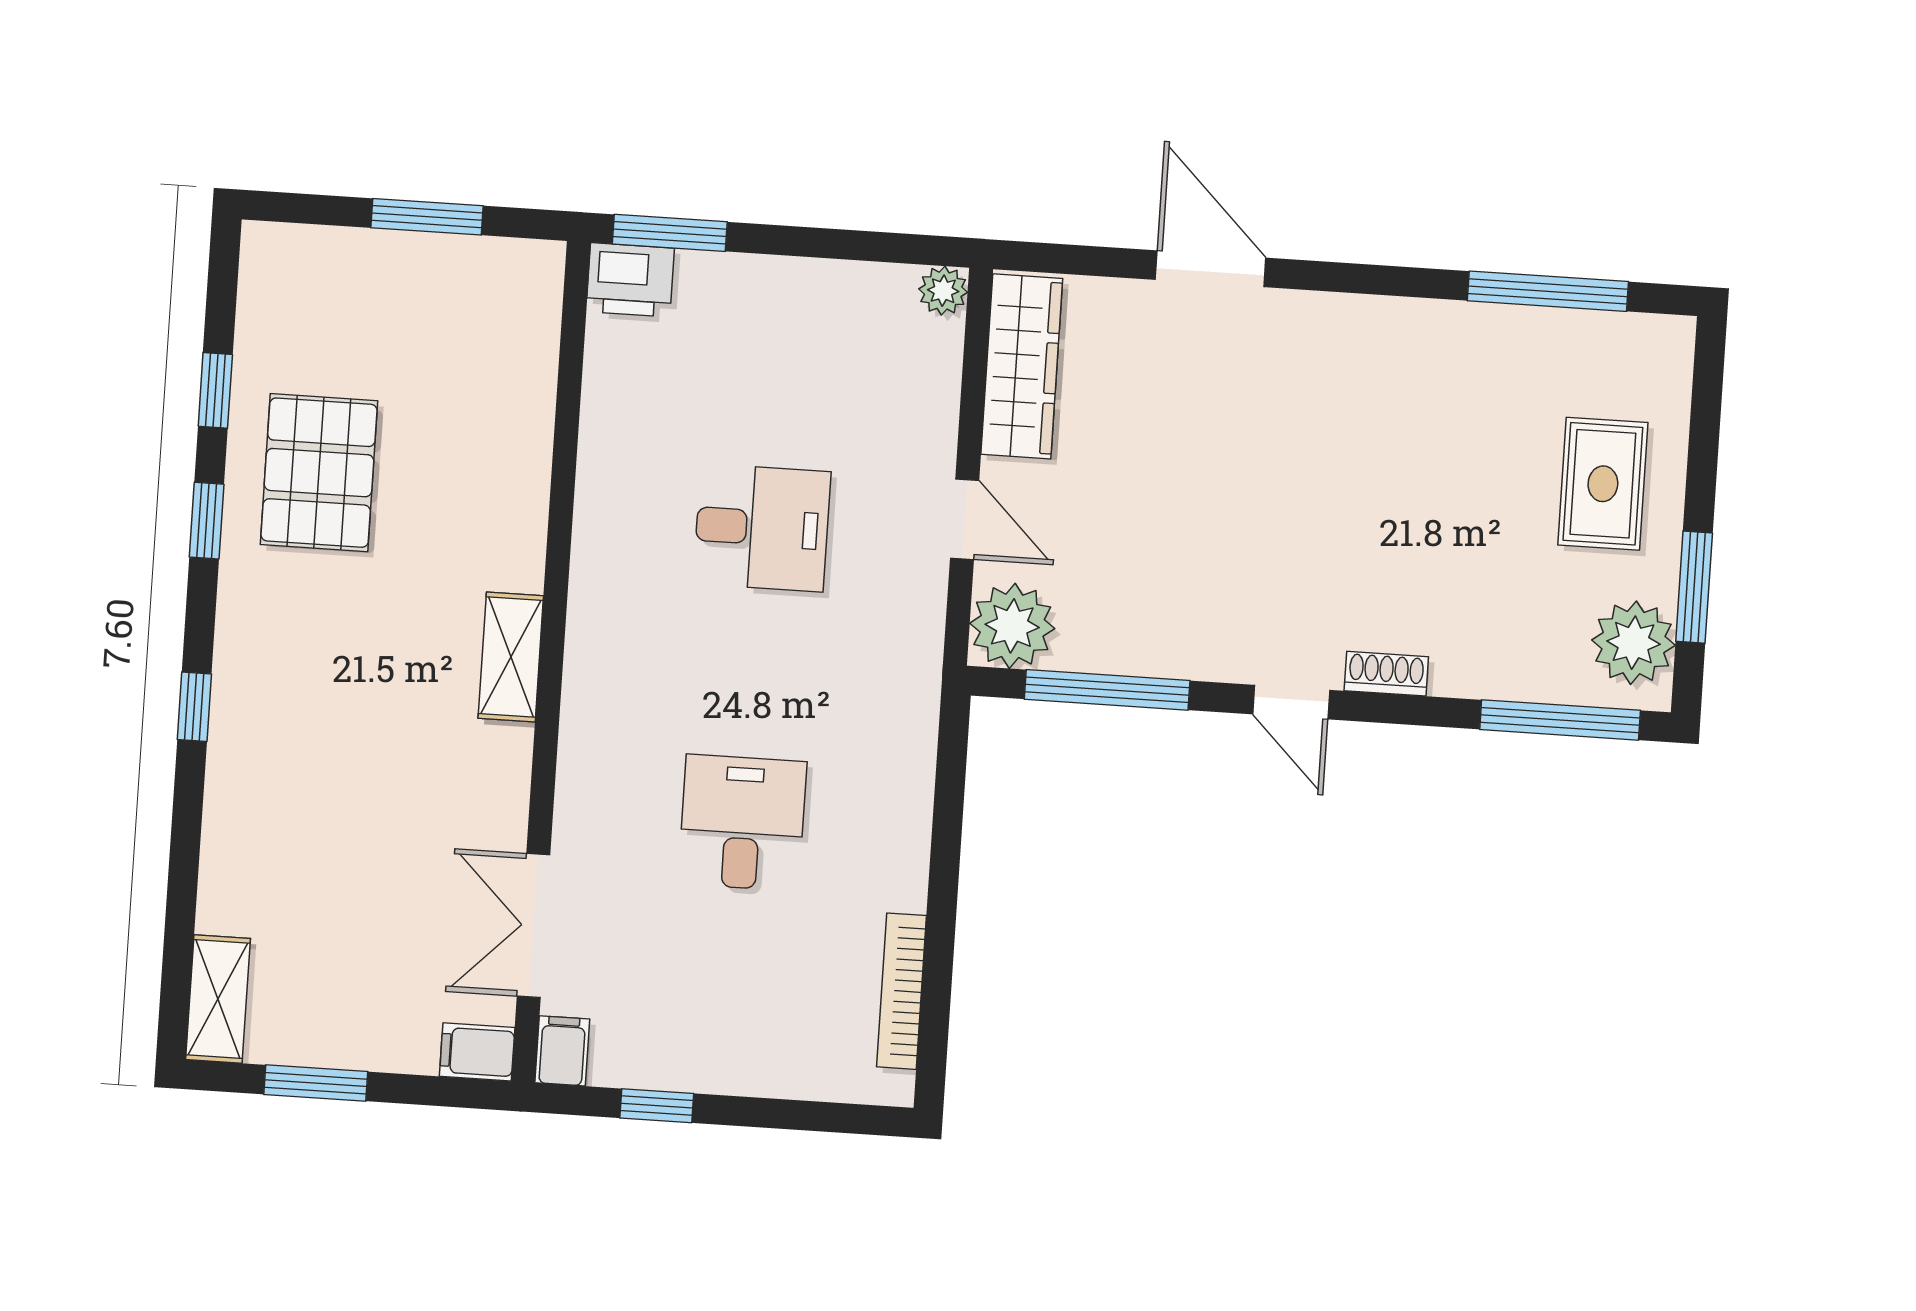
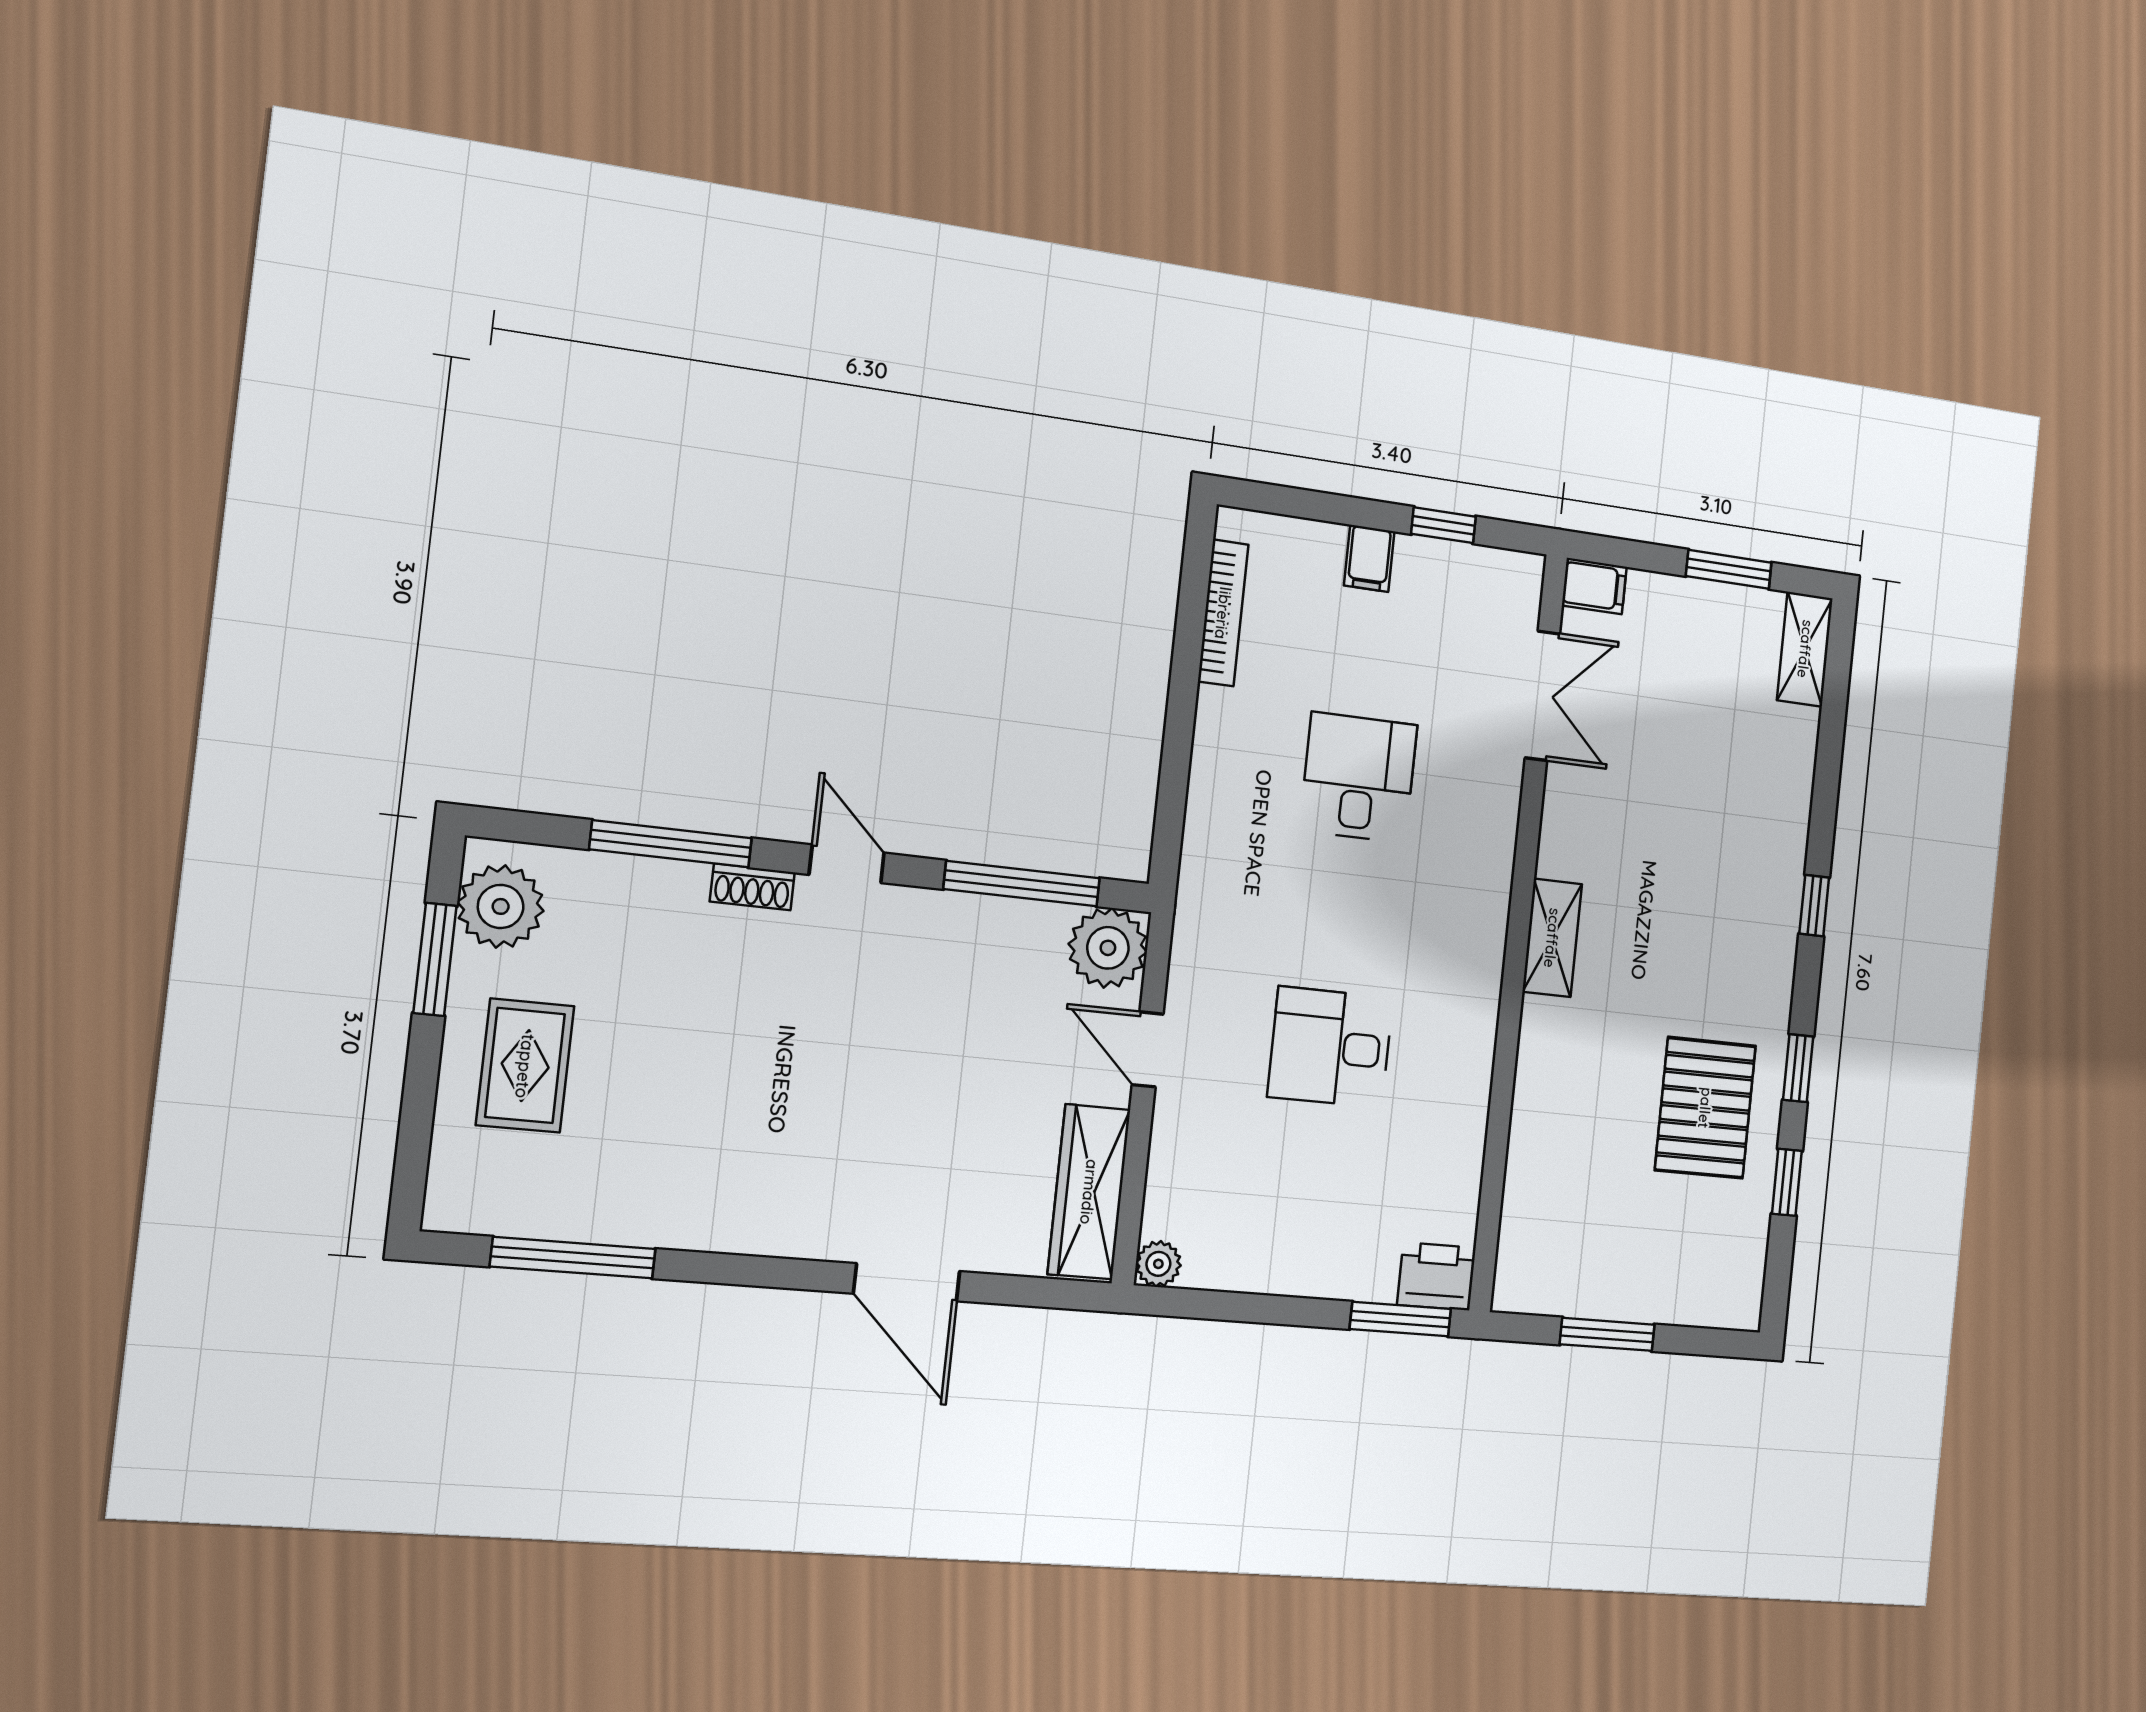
window: (1560, 720) -> (671, 844), moved
desk: (742, 823) -> (1359, 777), turned 180
filing cabinet: (562, 1051) -> (1369, 558), moved

